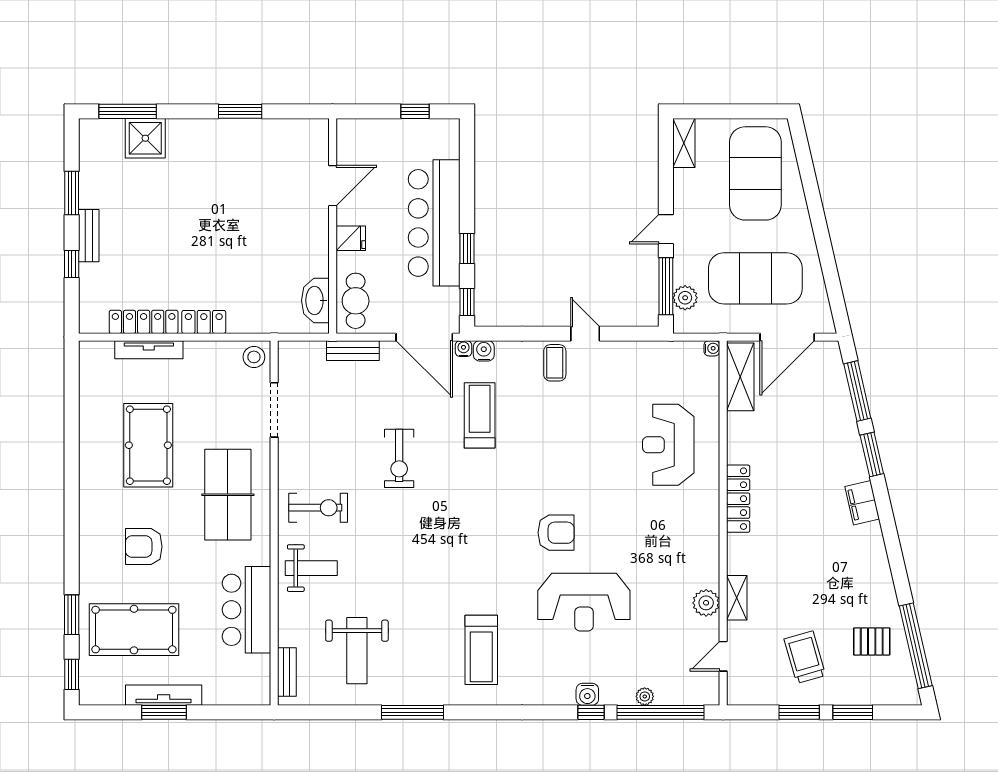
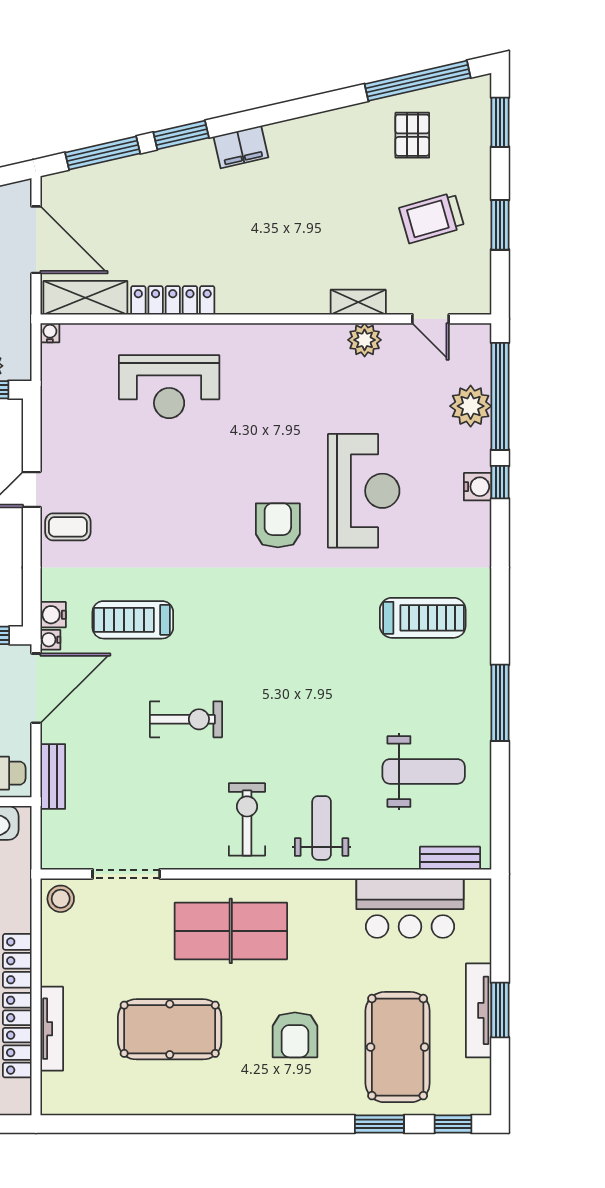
locker: (738, 499) -> (173, 300), moved
bar counter: (246, 610) -> (410, 908), moved
plant: (645, 696) -> (471, 406), width x1.88, depth x1.88
window: (853, 712) -> (500, 122), moved

